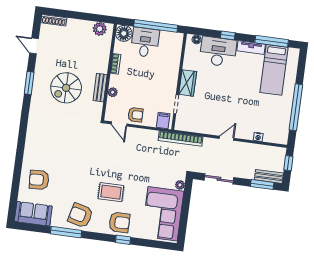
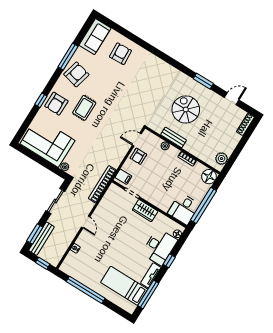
desk: (145, 42) -> (184, 209), moved, turned 90
bench: (269, 176) -> (41, 239), width x1.36

